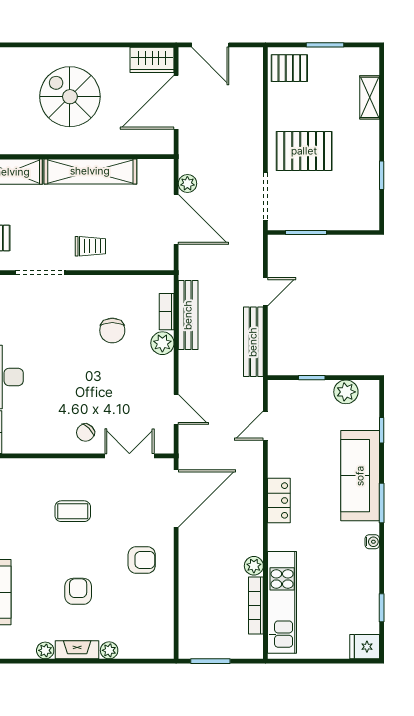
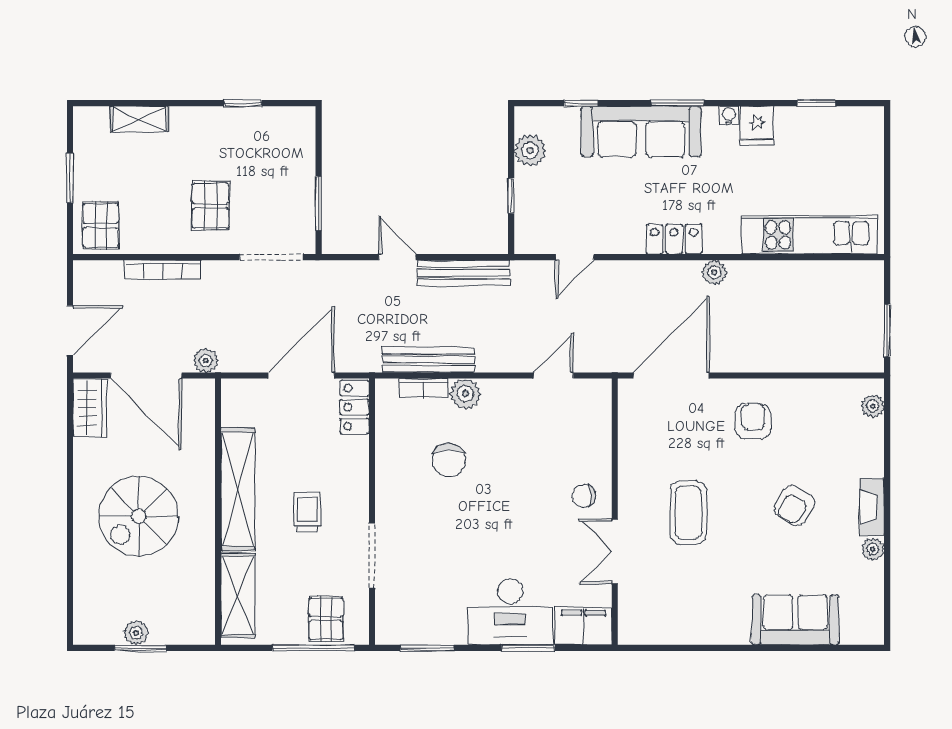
pallet: (304, 151) -> (211, 206), width x0.67, depth x0.71
plant: (187, 184) -> (206, 360), moved
trolley: (90, 246) -> (307, 512), moved
locker: (152, 260) -> (355, 407), added
chair: (112, 330) -> (449, 460), turned 90
door: (265, 426) -> (575, 257), hinge flipped
chair: (85, 433) -> (584, 496), turned 135
double door: (129, 456) -> (615, 551), moved
door: (176, 498) -> (671, 375), hinge flipped
coffee table: (73, 511) -> (688, 513), width x1.36, depth x1.30
plant: (254, 566) -> (714, 272), moved
armchair: (78, 591) -> (794, 505), turned -58
bookcase: (256, 605) -> (163, 270), moved
fridge: (365, 647) -> (757, 126), moved
plant: (109, 650) -> (873, 406), moved

